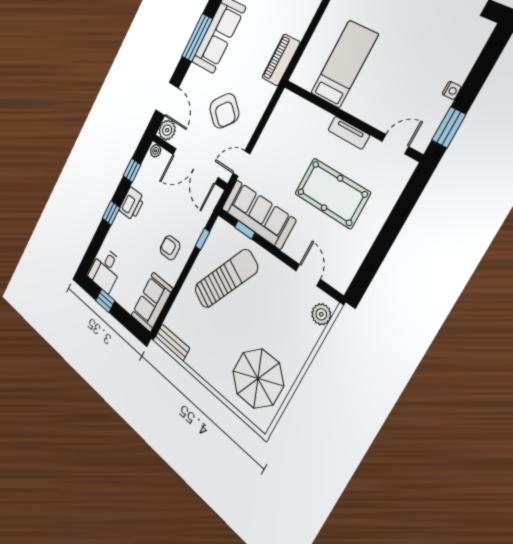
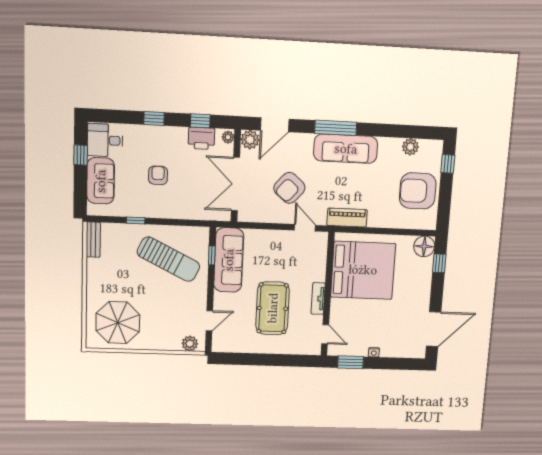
bed: (344, 64) -> (363, 270), width x2.04
door: (242, 164) -> (305, 228), moved
printer: (132, 204) -> (201, 138), moved
window: (202, 239) -> (136, 221), moved
armchair: (170, 248) -> (158, 175), moved
sofa: (152, 302) -> (101, 181), moved, turned 90

